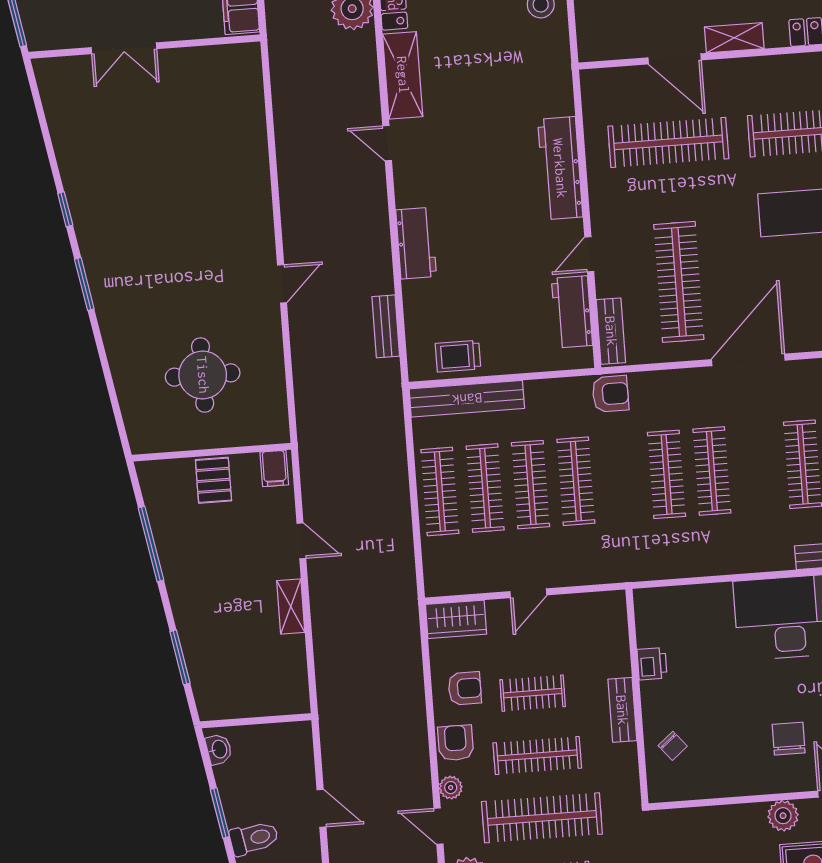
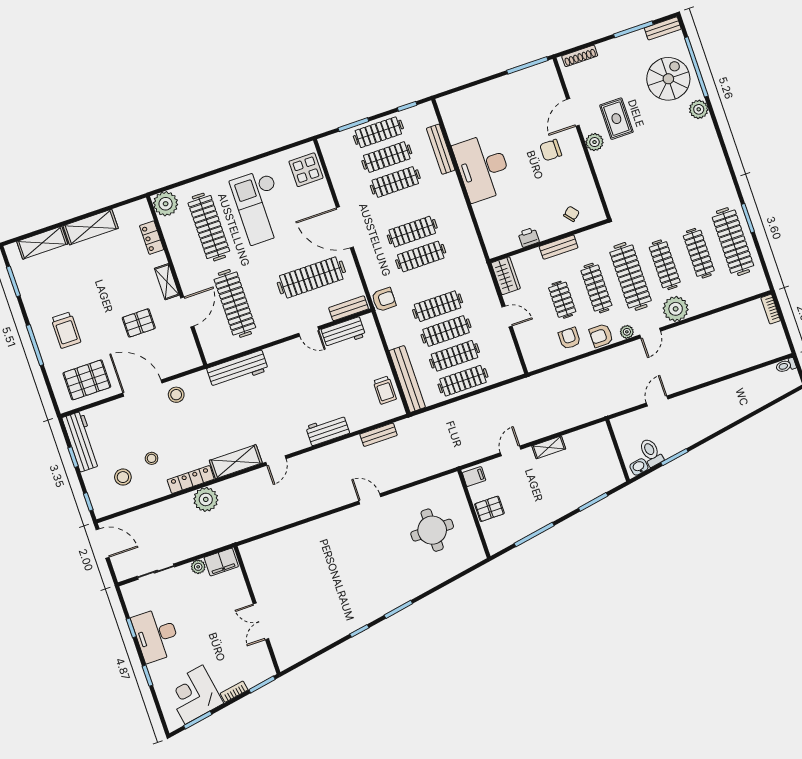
double door: (124, 48) -> (261, 621), swing flipped
workbench: (560, 168) -> (238, 369), moved
armchair: (610, 394) -> (384, 299), turned 90
wardrobe: (456, 619) -> (506, 276), moved
toilet: (254, 838) -> (651, 452), moved

